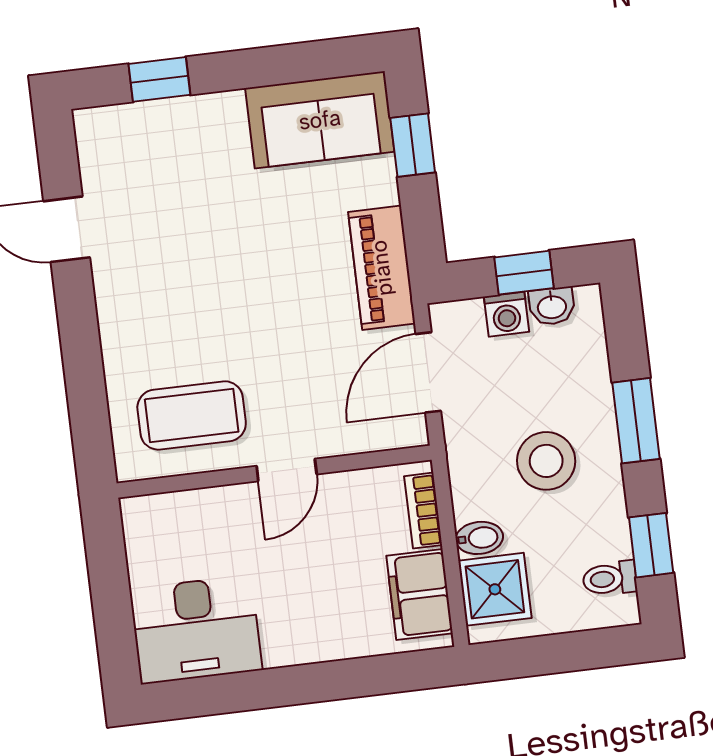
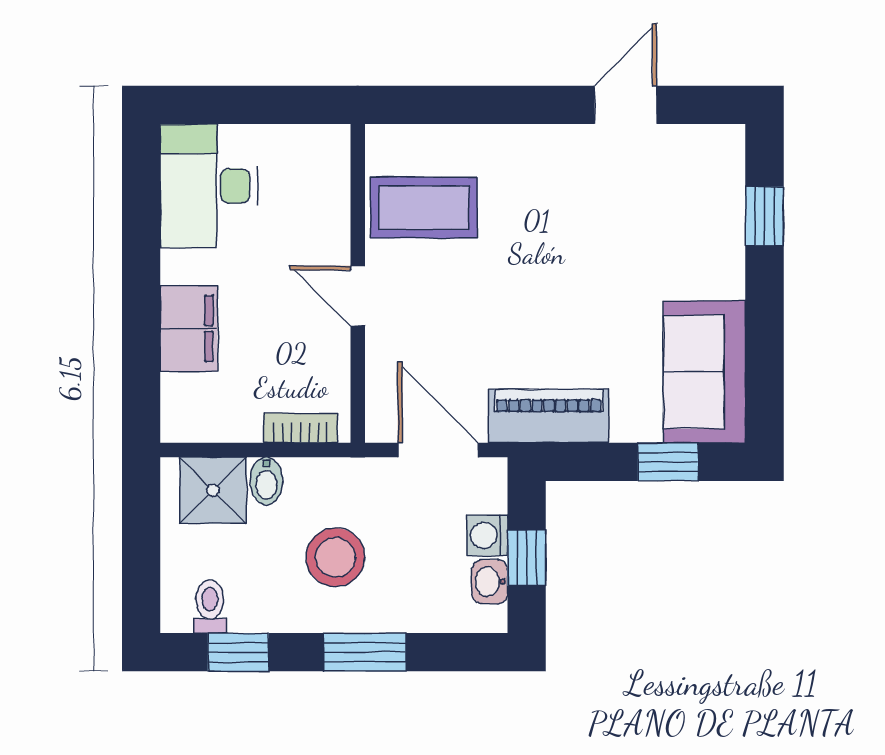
coffee table: (192, 415) -> (424, 208), turned 90
filing cabinet: (420, 594) -> (189, 328), moved, turned 90

